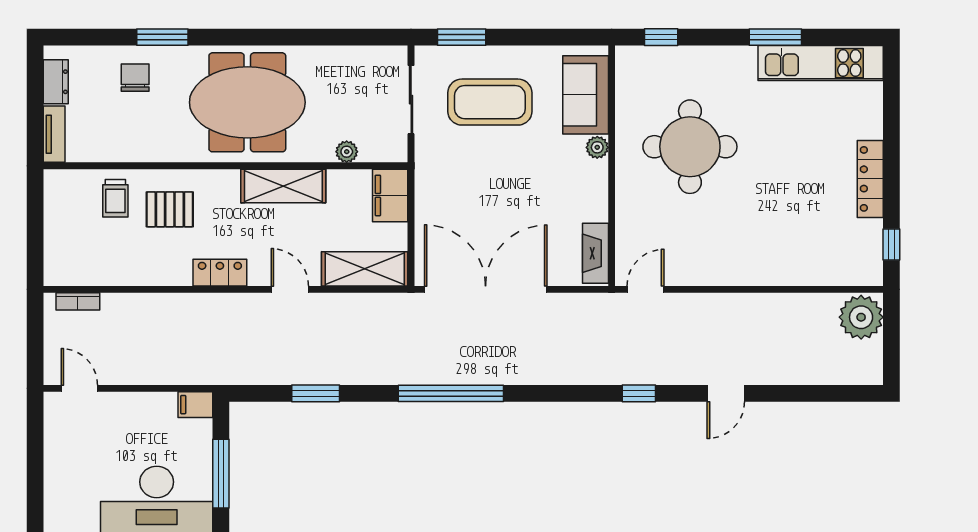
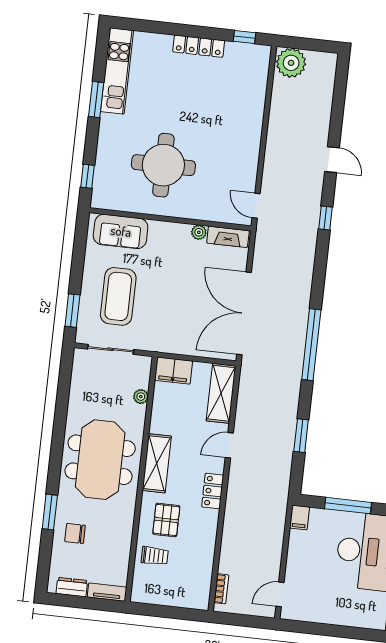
plant: (597, 147) -> (199, 232), moved
shelving: (283, 186) -> (157, 463), moved

